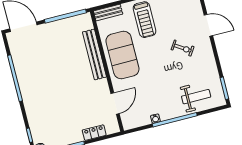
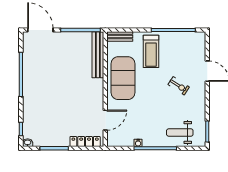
bench: (94, 54) -> (98, 55), moved
weight bench: (196, 97) -> (180, 132), turned 180
locker: (94, 133) -> (85, 142), width x1.53

